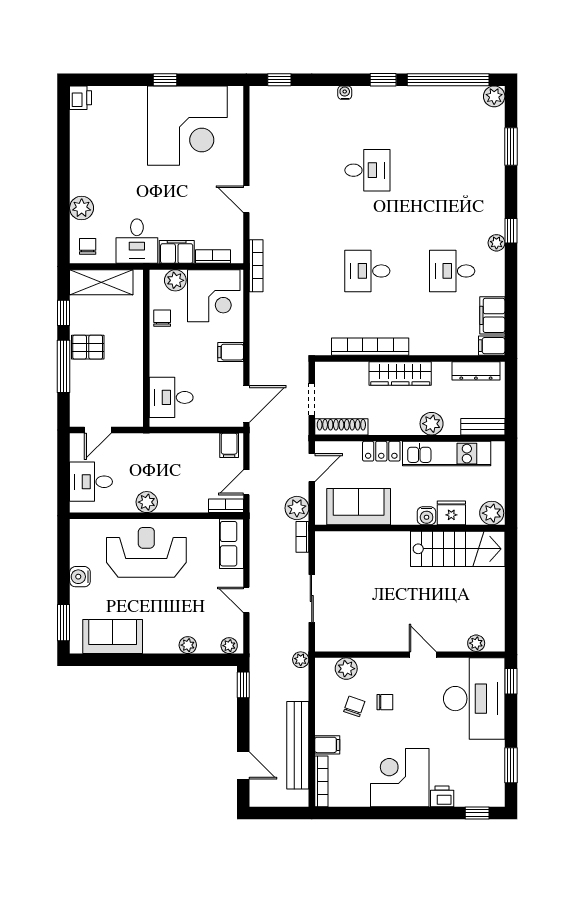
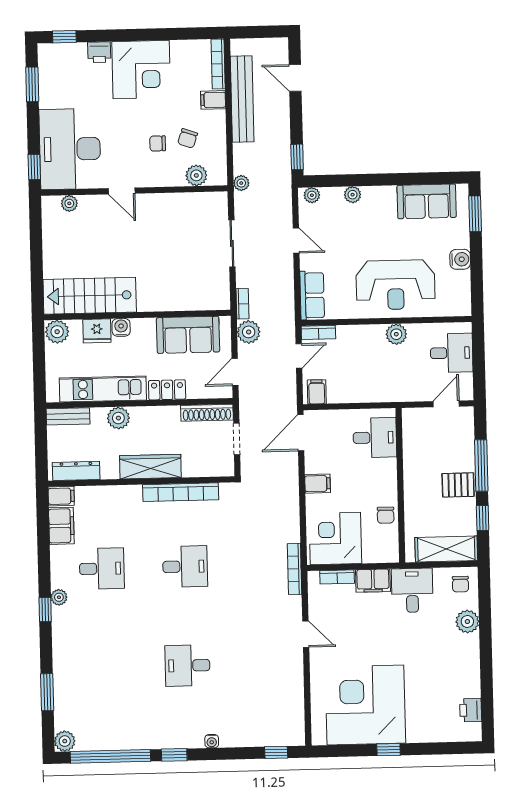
printer: (80, 98) -> (471, 710), moved
plant: (175, 280) -> (374, 553), removed

